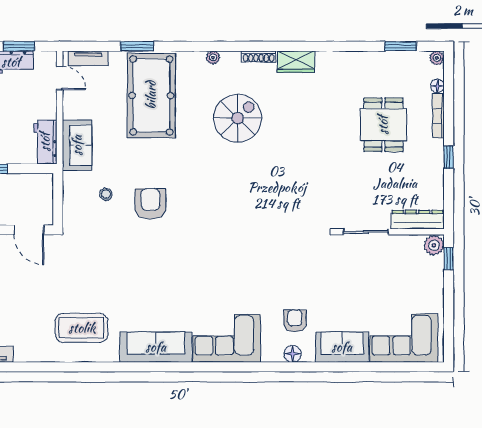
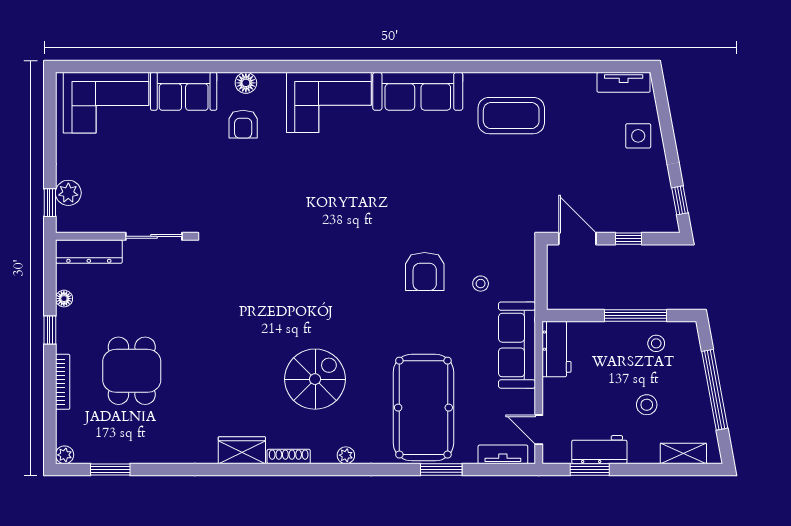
floor lamp: (437, 86) -> (64, 299), moved
spiral stairs: (238, 118) -> (315, 379), turned 180
sofa: (77, 145) -> (517, 345), width x1.36
plant: (434, 245) -> (68, 193), moved

